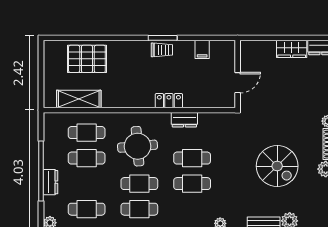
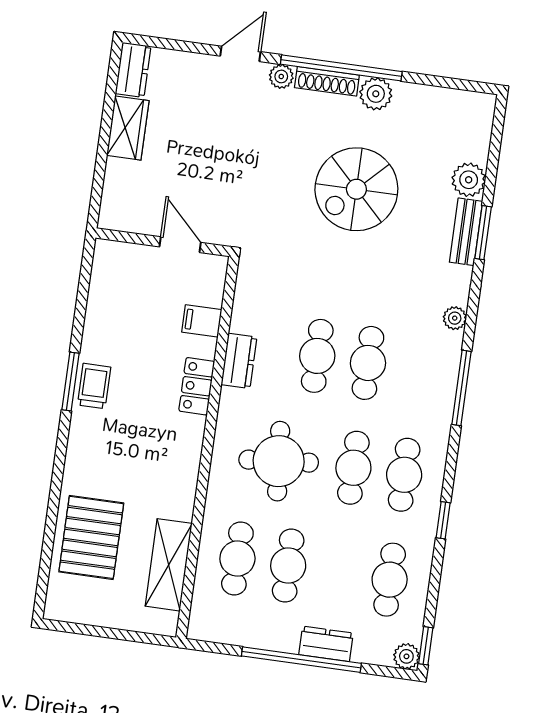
filing cabinet: (202, 49) -> (202, 321), moved, turned 180
spiral stairs: (277, 166) -> (356, 189), turned 180

